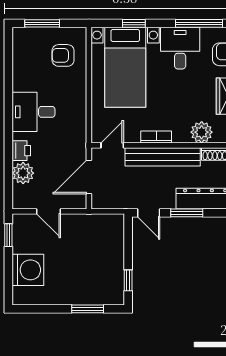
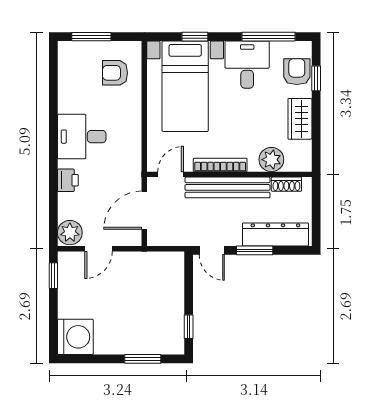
bookcase: (156, 137) -> (220, 165), width x1.56
plant: (23, 173) -> (70, 233), moved
door: (48, 211) -> (99, 249), hinge flipped
washing machine: (28, 270) -> (75, 337), moved

